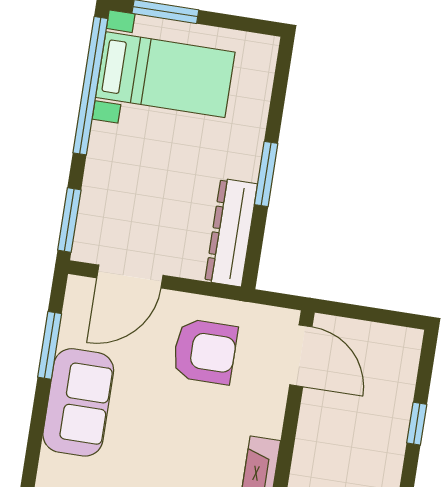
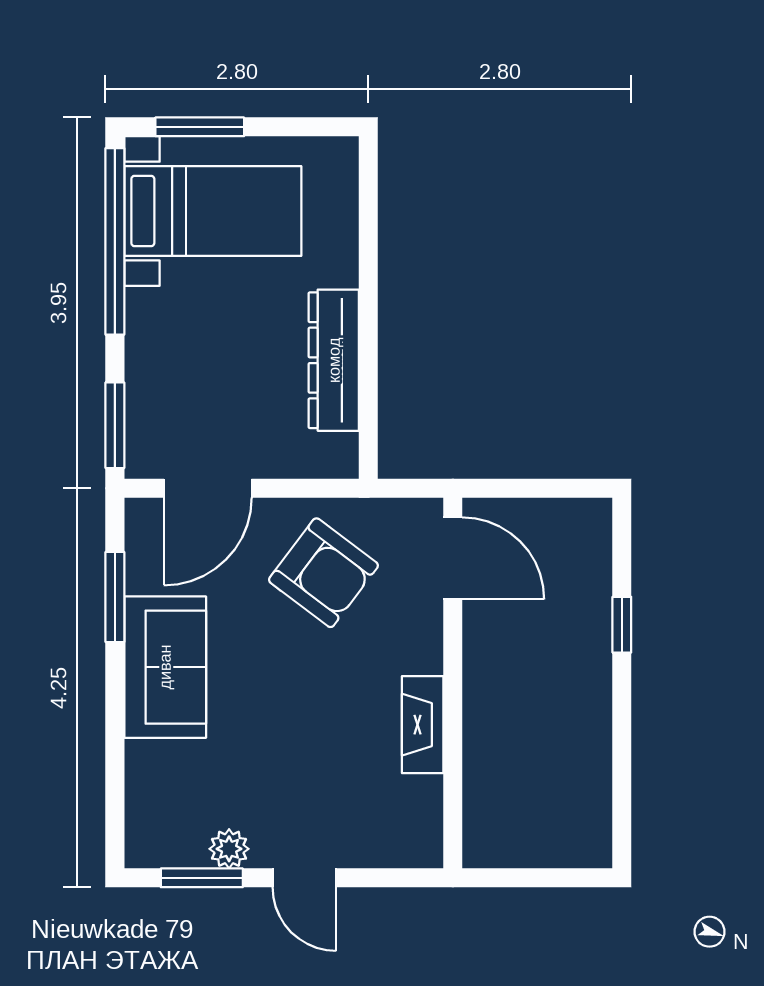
window: (266, 174) -> (368, 323), removed
dresser: (231, 233) -> (334, 360), moved
armchair: (205, 352) -> (323, 573), turned 37

